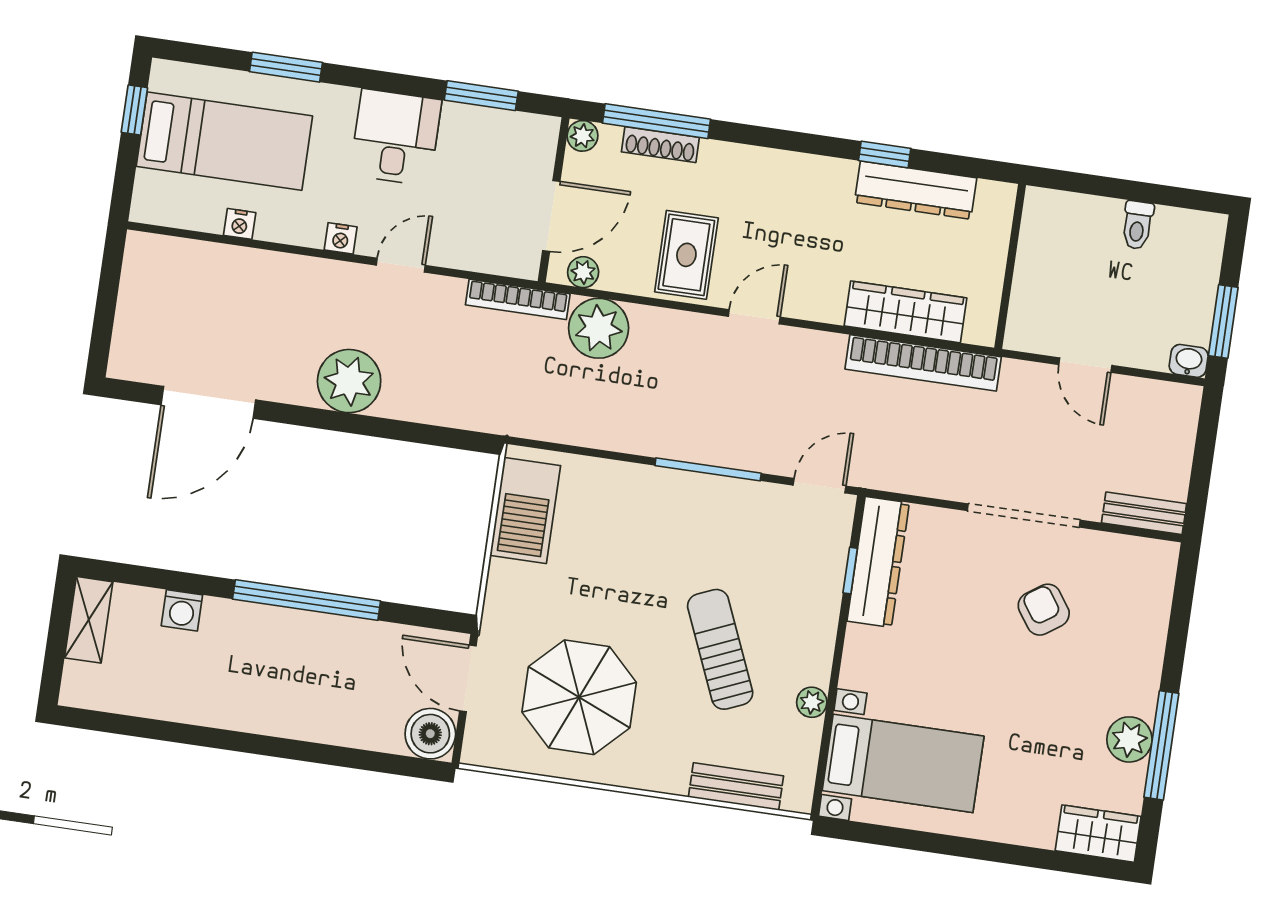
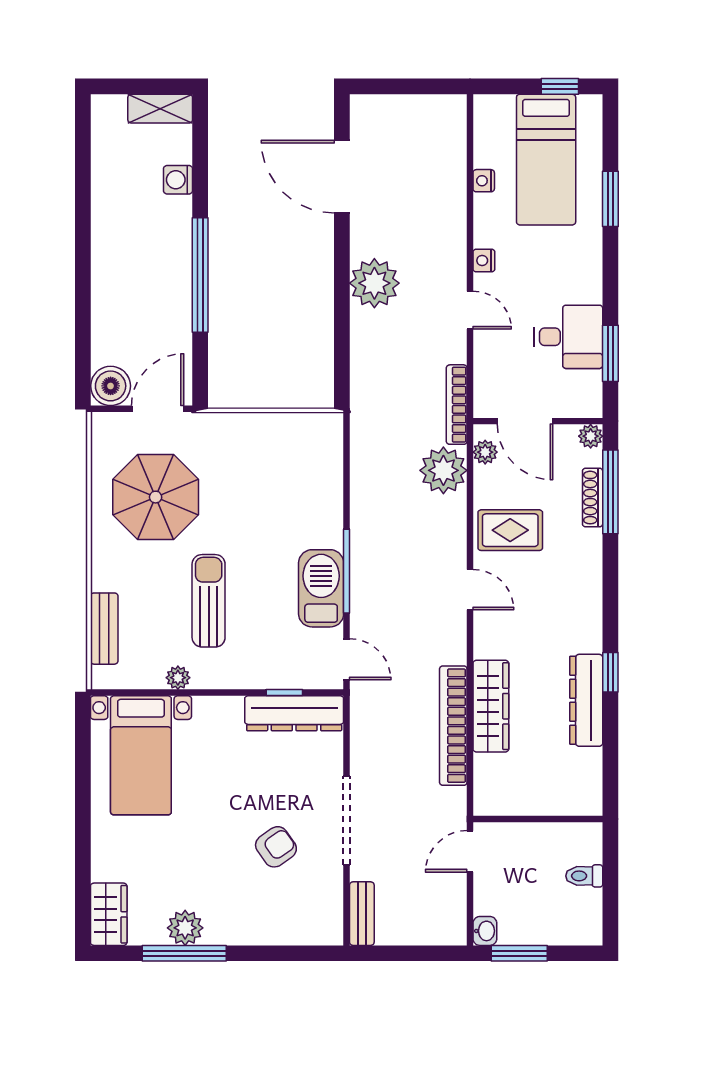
desk: (396, 137) -> (568, 337), moved
wall: (1010, 266) -> (538, 819), moved
barbecue: (525, 510) -> (321, 588), moved, turned 90
sun lounger: (720, 649) -> (209, 601), turned -67

